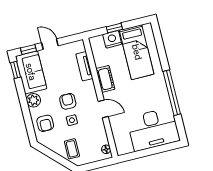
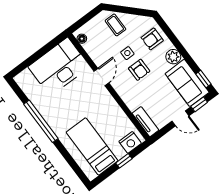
nightstand: (112, 39) -> (130, 142), moved
tv unit: (84, 66) -> (145, 122), moved
cot: (105, 79) -> (112, 107), removed
door: (103, 109) -> (101, 77), swing flipped
armchair: (45, 123) -> (152, 39), turned -90
desk: (153, 129) -> (59, 67), moved

